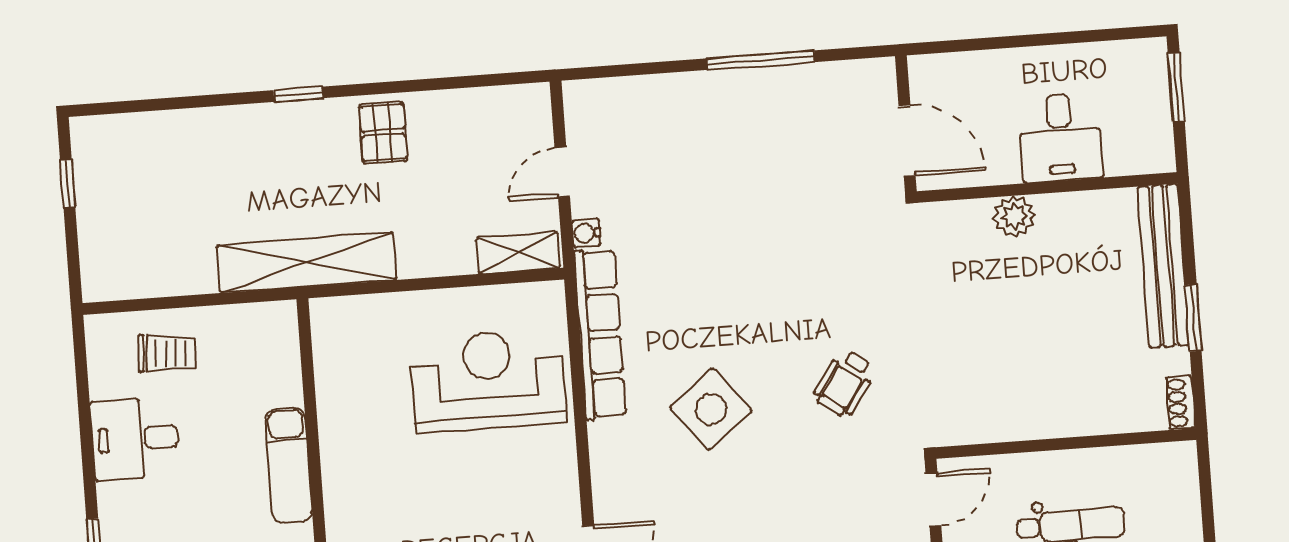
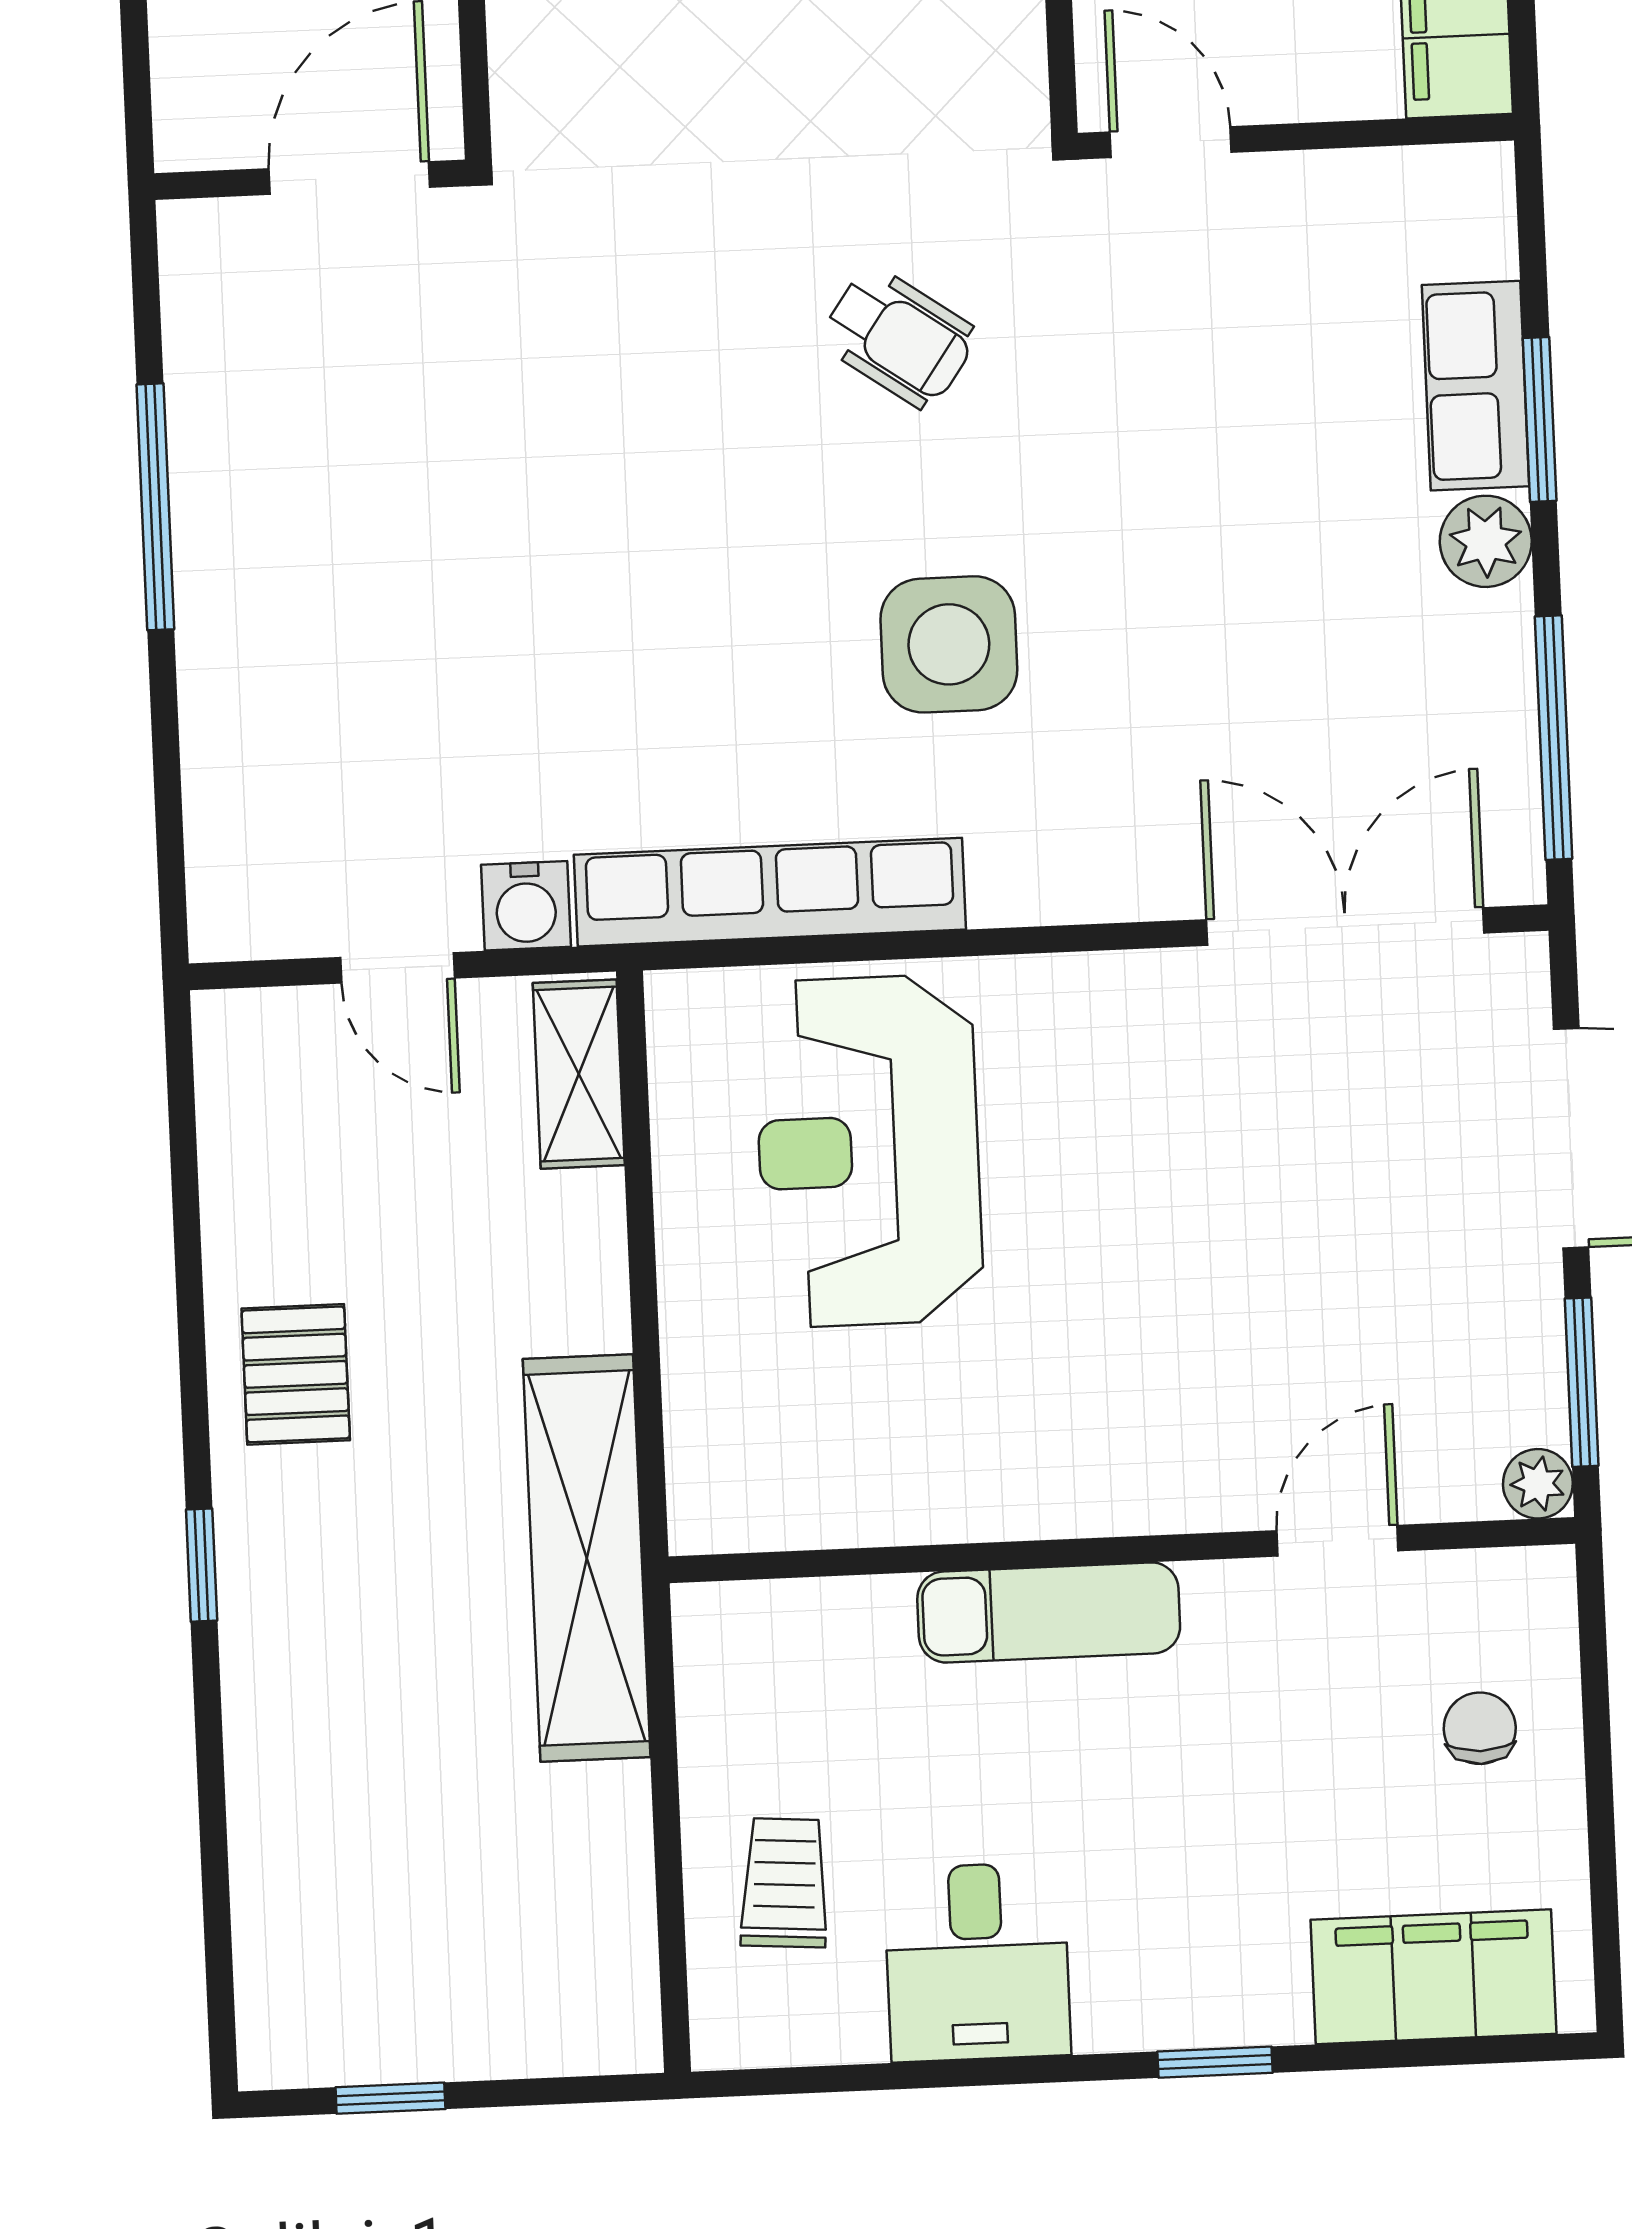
pallet: (383, 133) -> (296, 1374), turned 90
water cooler: (586, 233) -> (526, 906), width x1.38, depth x1.38
side table: (711, 409) -> (949, 644), turned 38

